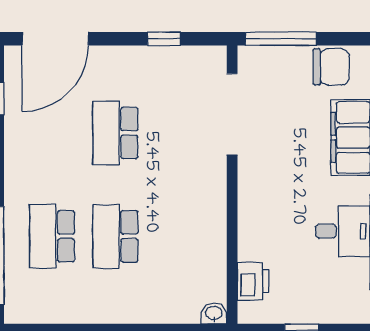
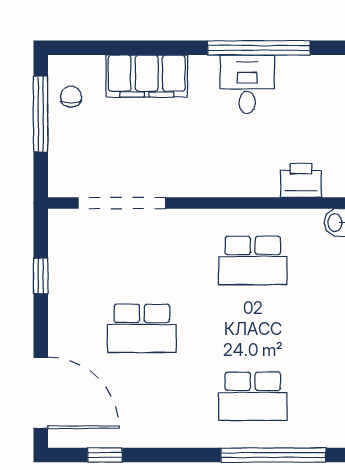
window: (281, 39) -> (41, 114), moved
chair: (331, 67) -> (71, 97), width x0.54, depth x0.54
school desk: (115, 236) -> (253, 260), moved

